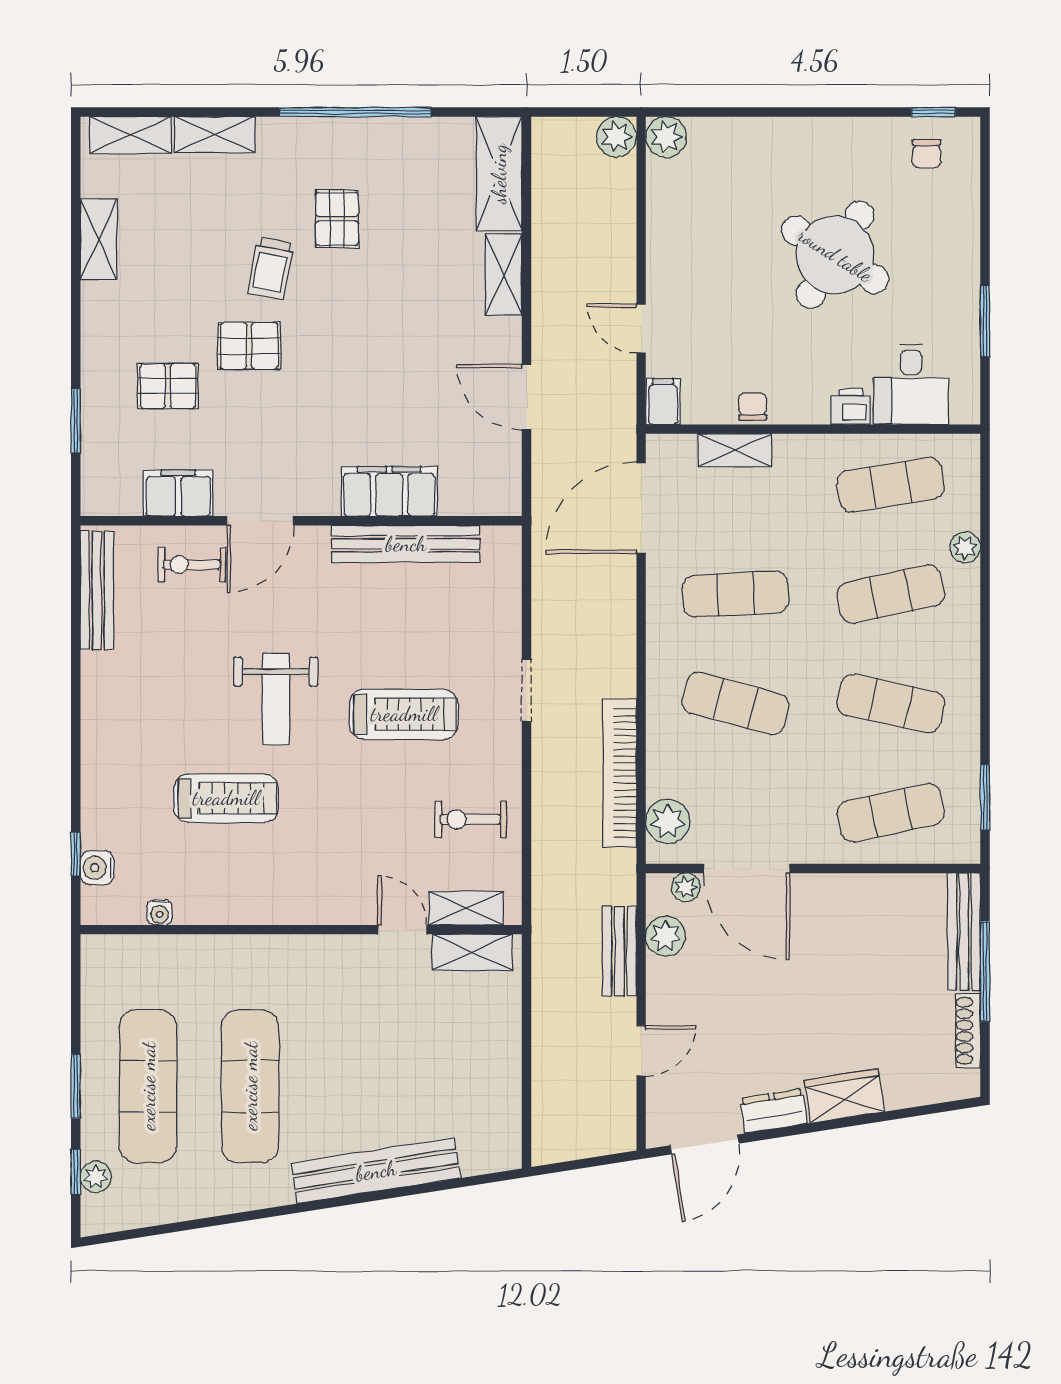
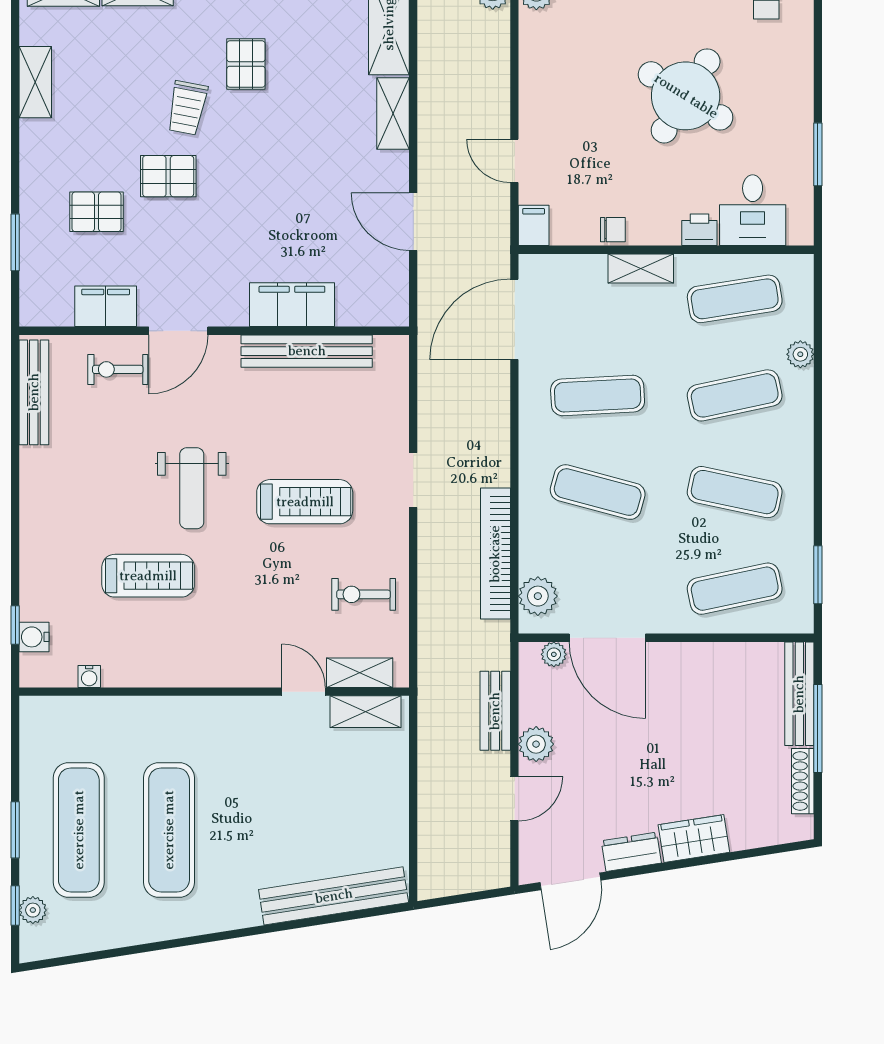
chair: (753, 406) -> (613, 230), turned 90
shelving: (735, 450) -> (641, 269), moved
plant: (666, 936) -> (536, 744), moved
bench: (376, 1171) -> (334, 896), moved

